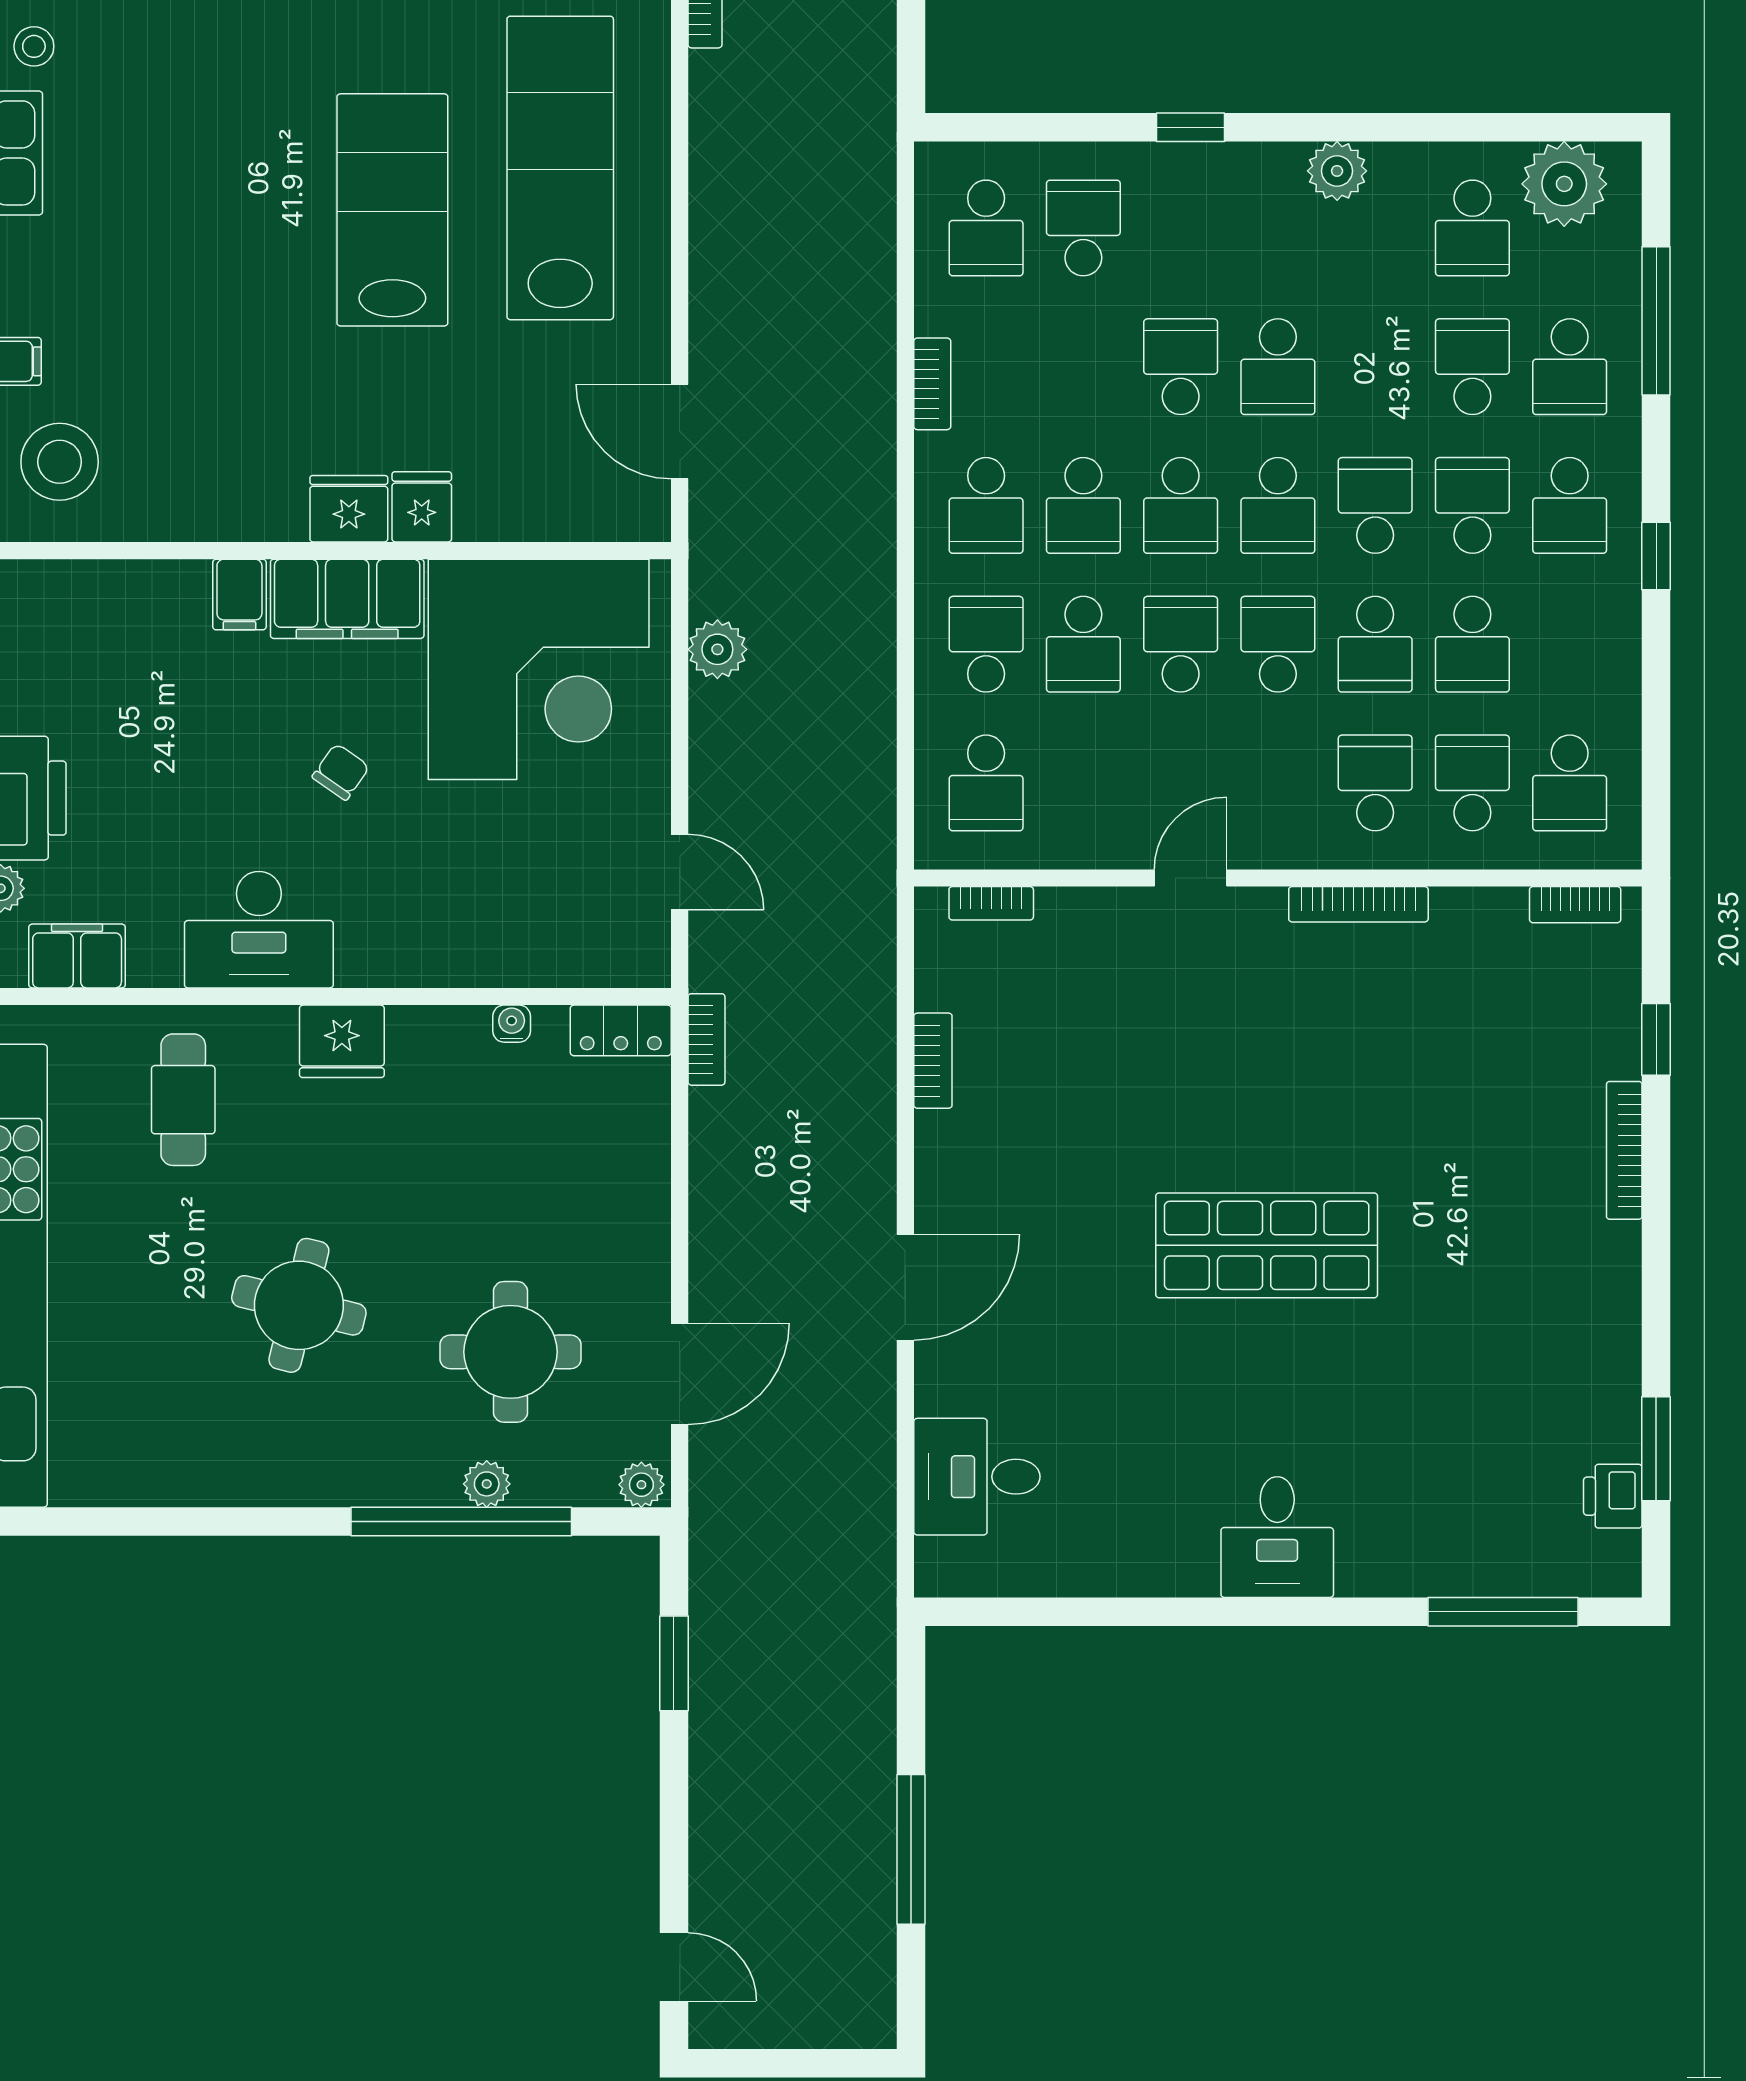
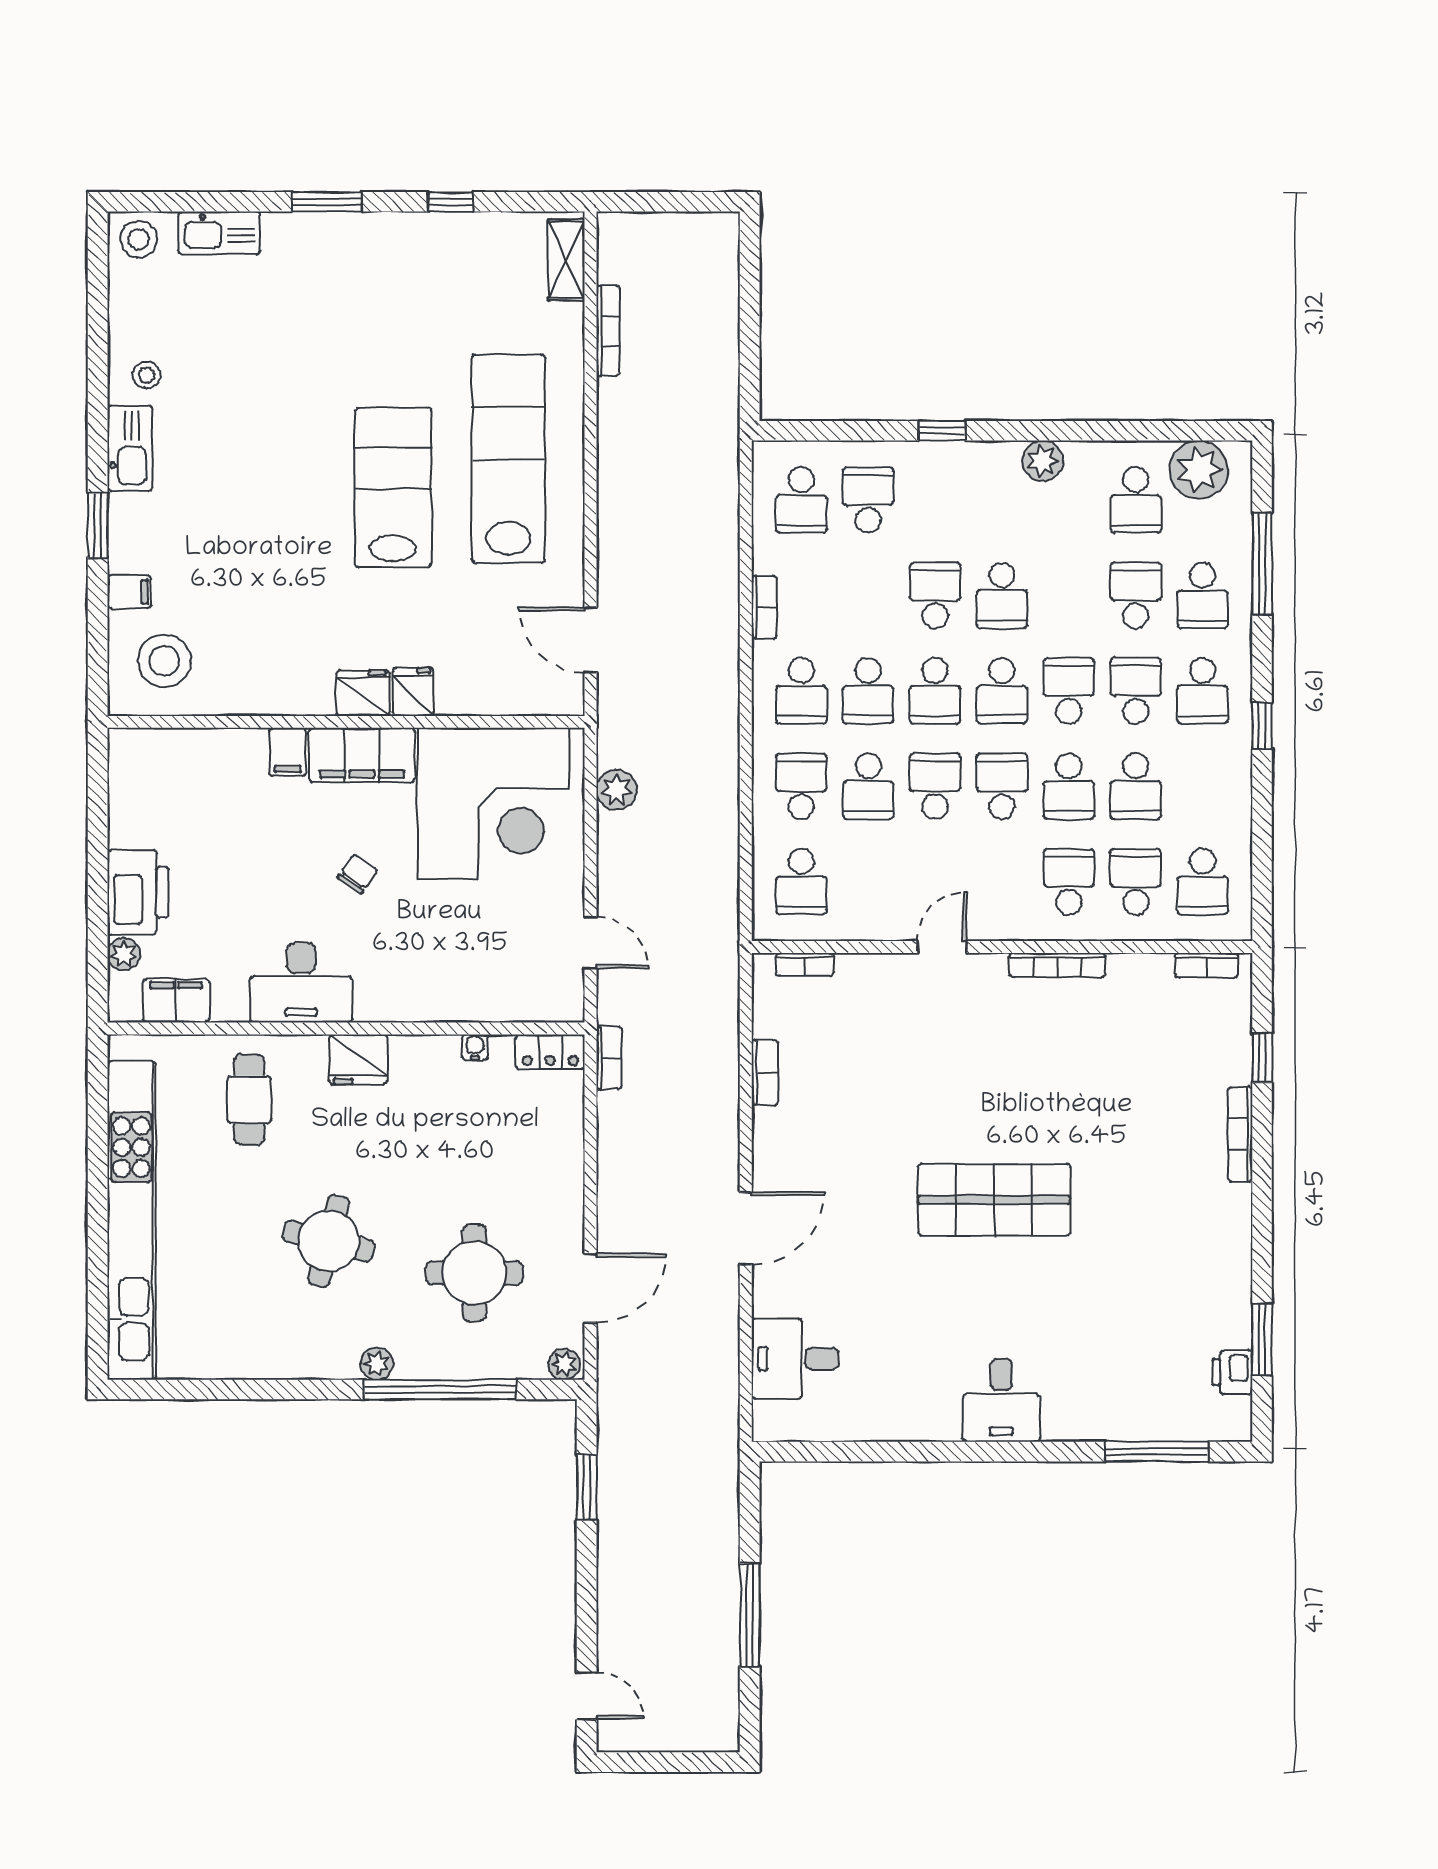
plant: (487, 1484) -> (377, 1364), moved

